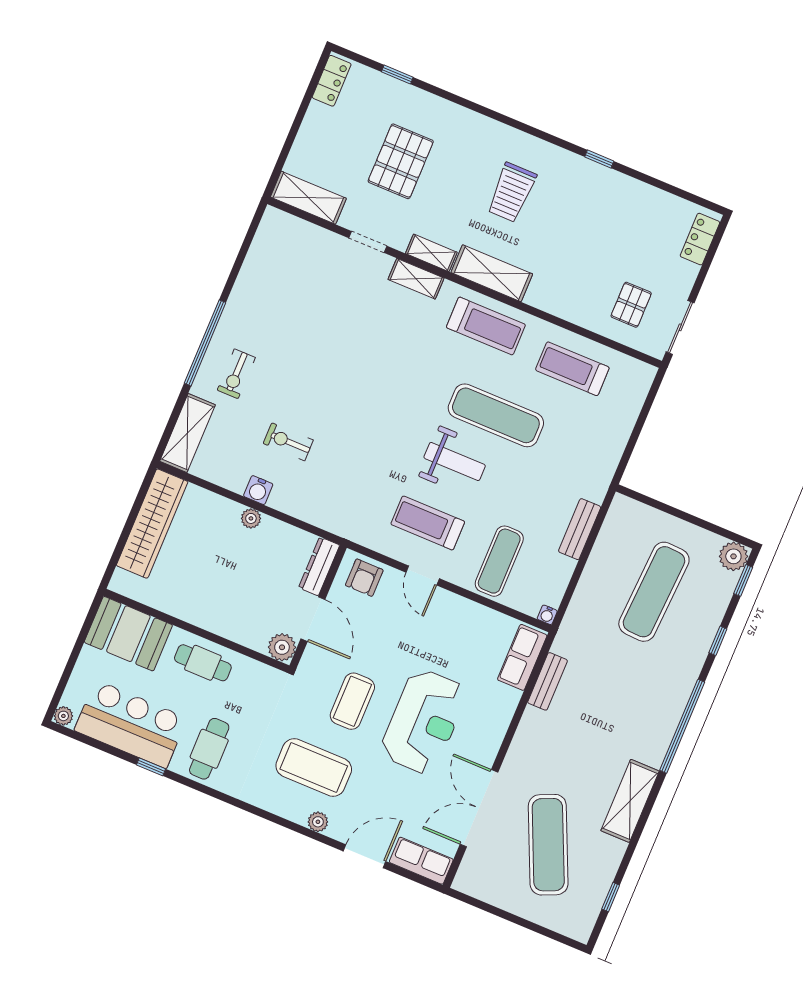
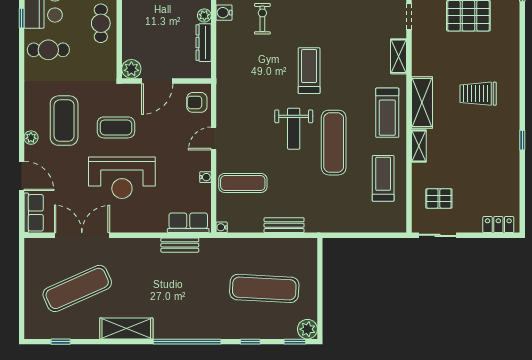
shelving: (431, 253) -> (419, 146), moved
treadmill: (428, 523) -> (309, 71), moved
dresser: (319, 566) -> (204, 43), moved, turned -90
water cooler: (470, 608) -> (205, 177), added

